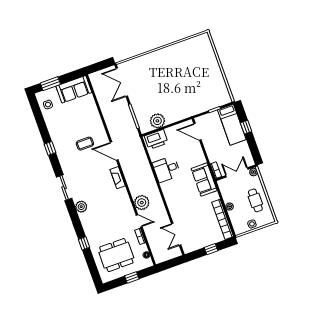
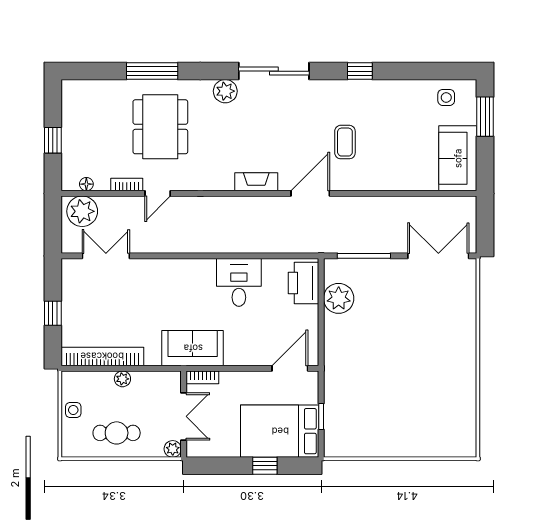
bed: (232, 125) -> (280, 431), width x1.50
sliding door: (64, 188) -> (274, 71), width x1.37
plant: (142, 203) -> (82, 211), moved
window: (84, 243) -> (152, 71), width x2.17
dining table: (116, 255) -> (160, 127), moved

